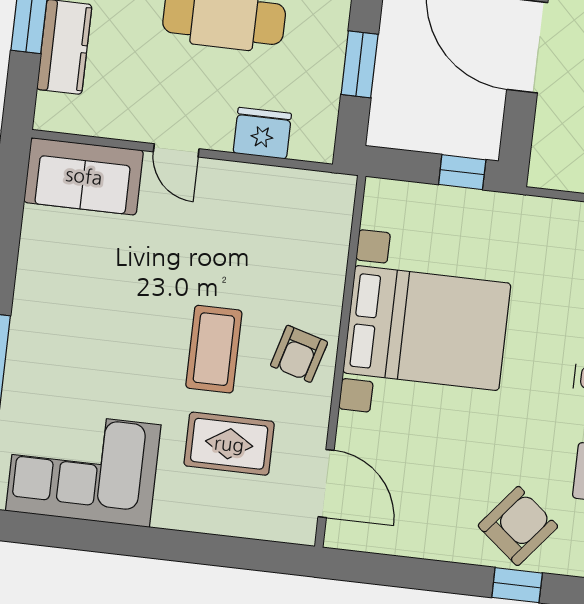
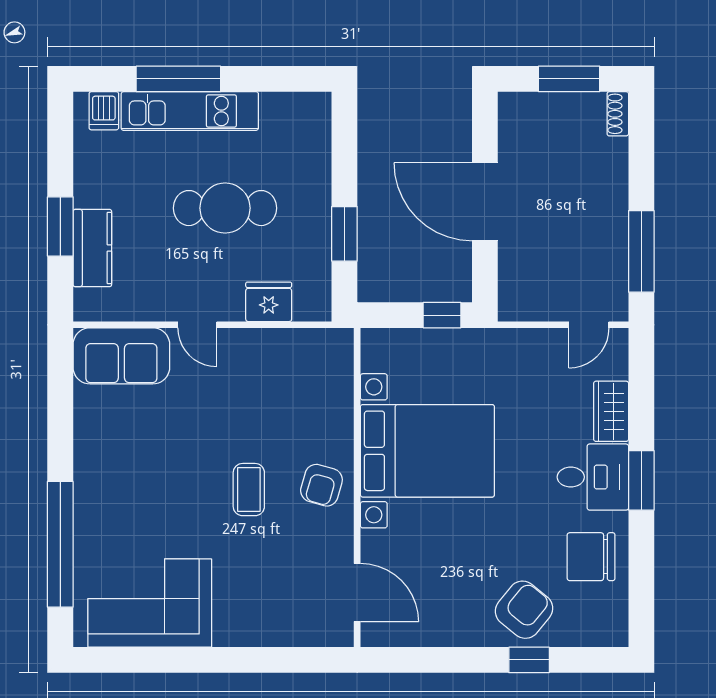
coffee table: (214, 349) -> (249, 490), width x0.73, depth x0.77
rug: (229, 444) -> (271, 568), removed

